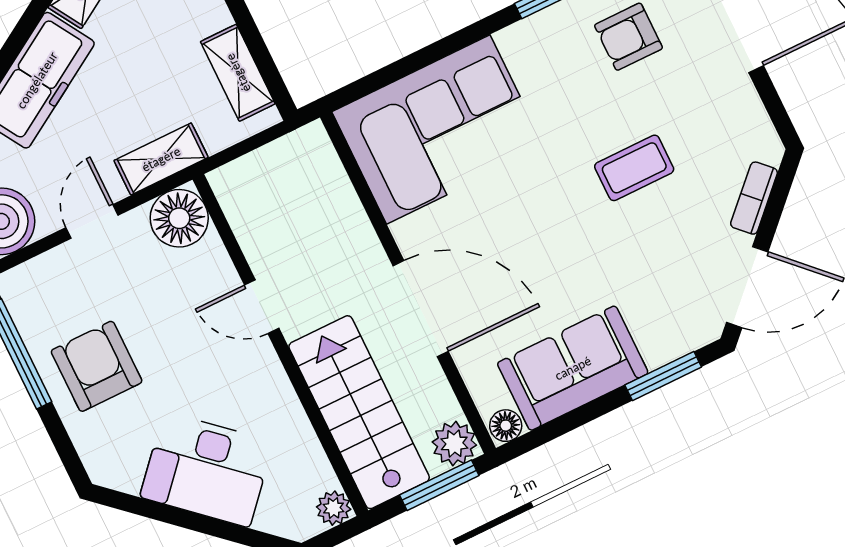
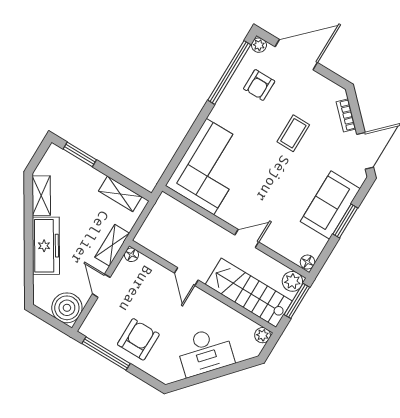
floor lamp: (179, 218) -> (131, 255), width x0.53, depth x0.53
door: (262, 307) -> (186, 277), hinge flipped
door: (421, 308) -> (247, 239), width x0.53
armchair: (97, 366) -> (138, 339), turned 90
sofa: (573, 368) -> (330, 205), moved
window: (663, 376) -> (345, 221), moved

